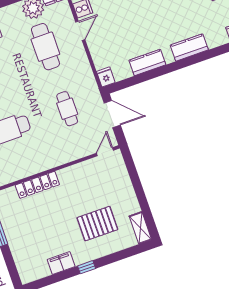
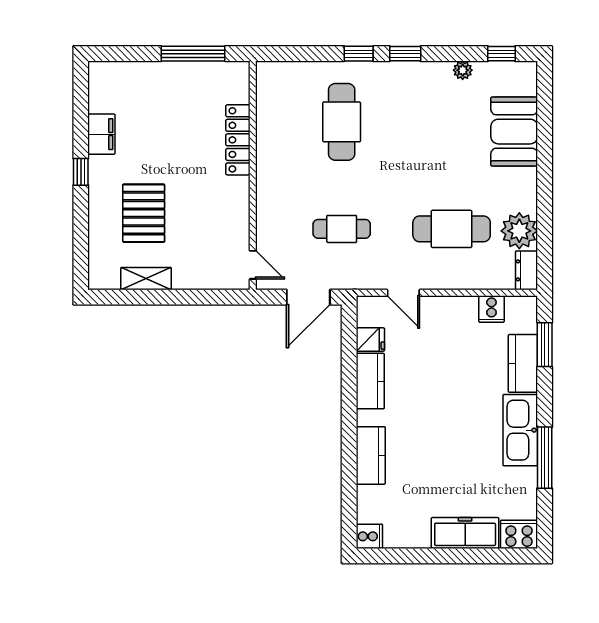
door: (80, 31) -> (403, 293), moved
fridge: (106, 77) -> (370, 340), moved
shelving: (140, 228) -> (146, 279), moved

